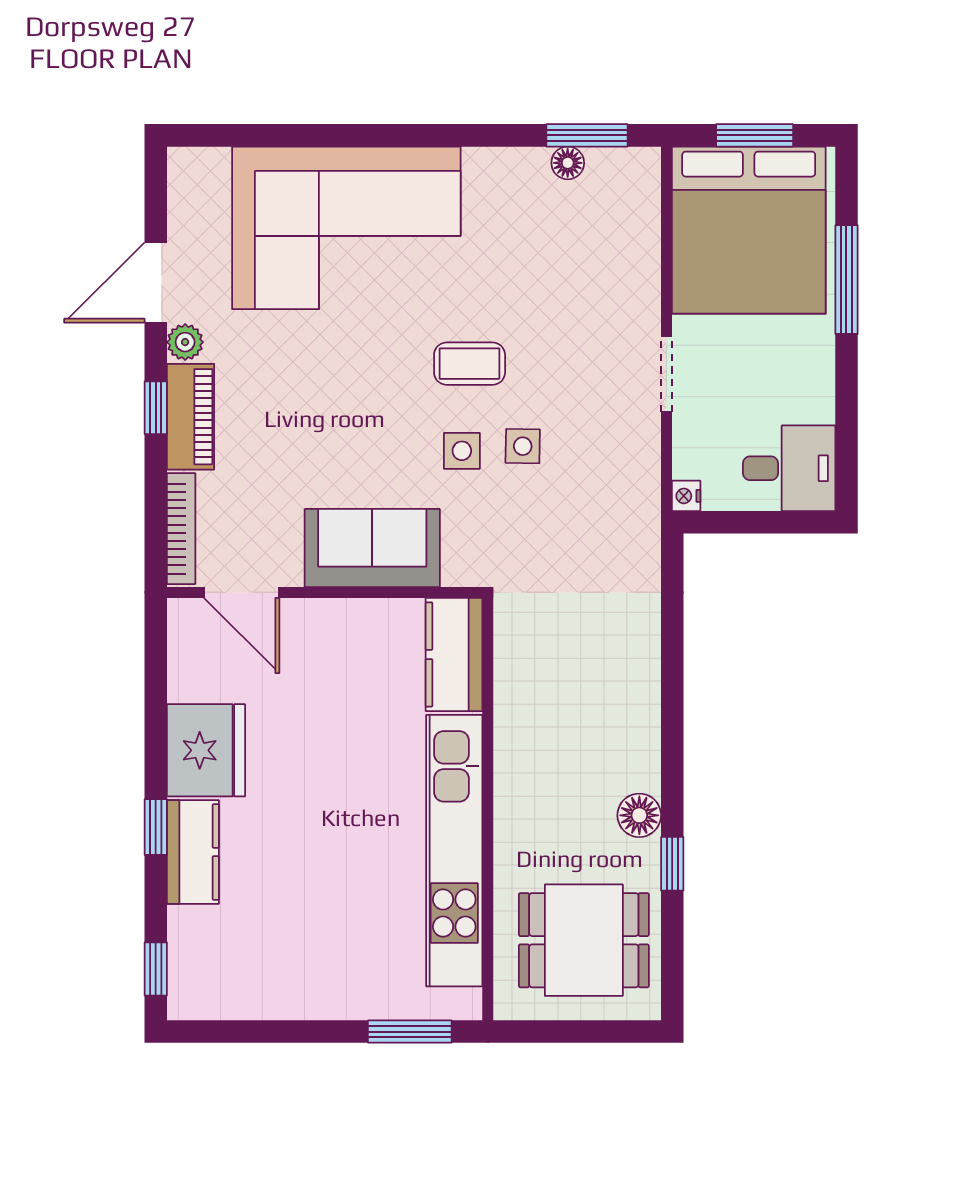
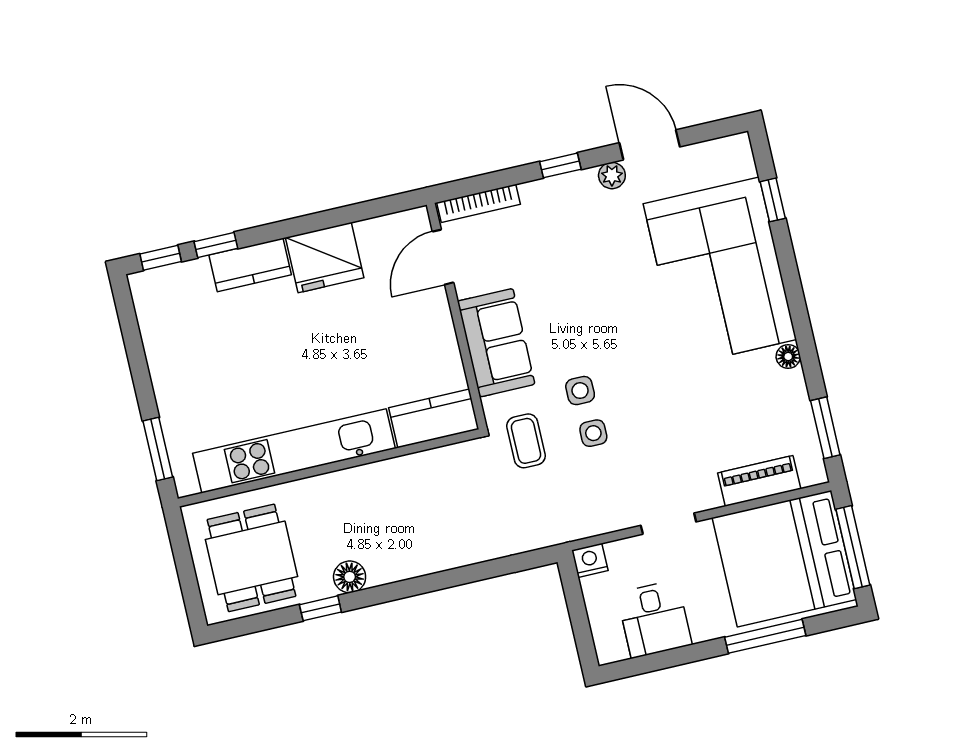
window: (267, 135) -> (773, 200), added
window: (755, 135) -> (853, 547), width x1.44
floor lamp: (568, 163) -> (788, 357), moved
coffee table: (470, 364) -> (526, 441), moved
piano: (191, 417) -> (759, 481), moved, turned 180
desk: (789, 468) -> (654, 619), moved
nightstand: (686, 496) -> (590, 560), width x1.39, depth x1.35
window: (156, 827) -> (216, 245), moved

